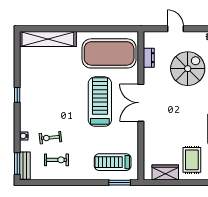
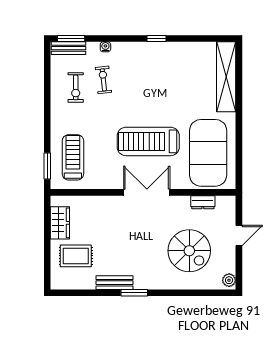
treadmill: (100, 102) -> (148, 141), turned 180

